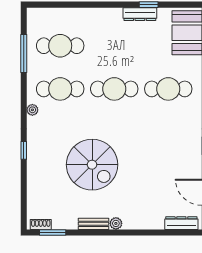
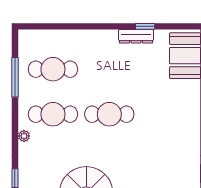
cafe table: (168, 89) -> (166, 114), removed

